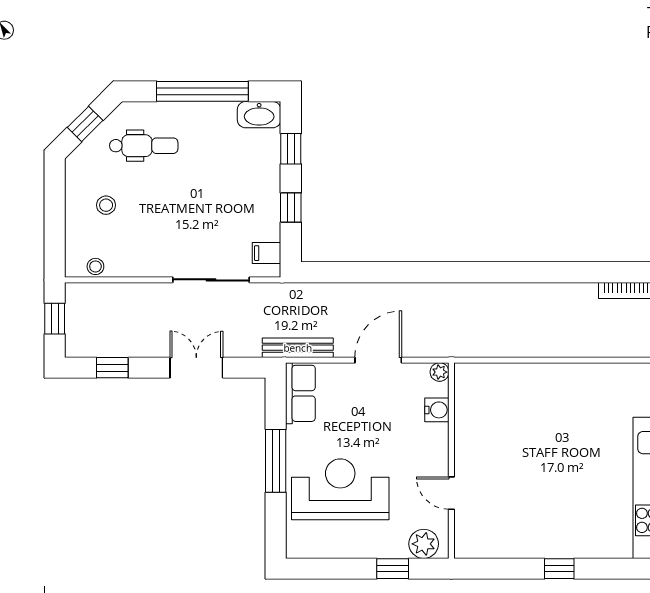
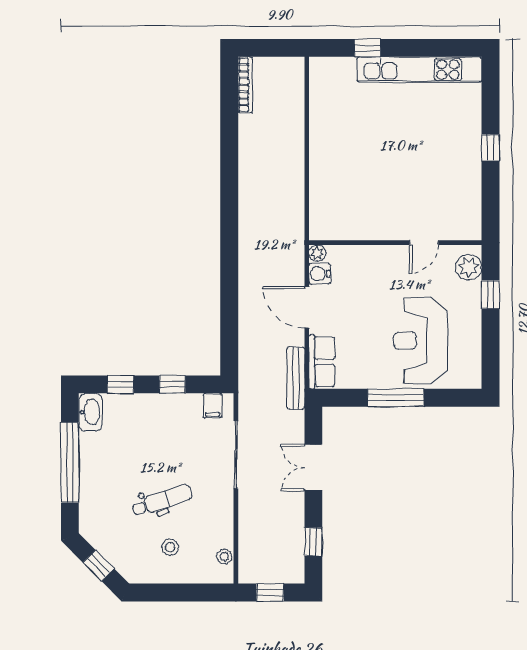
dental chair: (144, 146) -> (162, 500), moved, turned 71
row of seats: (300, 393) -> (322, 362), moved, turned 90
water cooler: (437, 410) -> (320, 274), moved, turned -90

